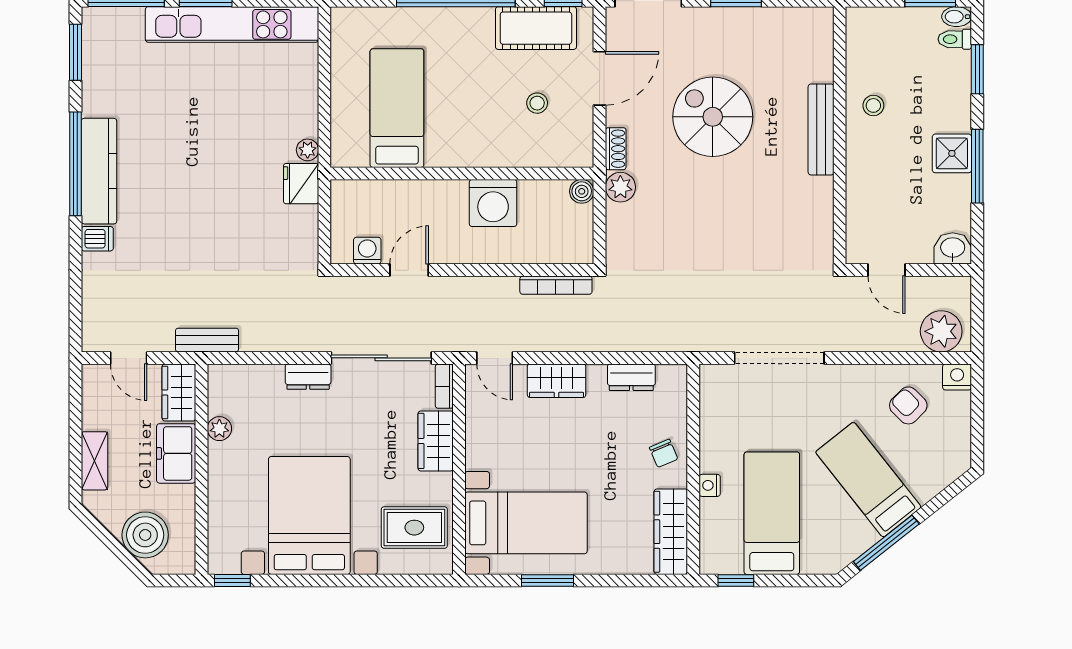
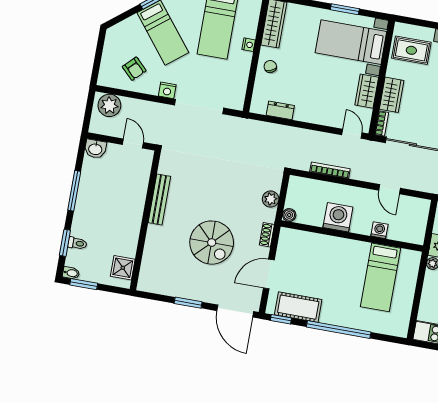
toilet: (955, 39) -> (77, 243), moved
stool: (537, 103) -> (305, 267), removed
stool: (873, 105) -> (124, 233), removed
bench: (821, 129) -> (159, 200), moved
shower: (952, 153) -> (123, 268), moved
plant: (620, 187) -> (271, 199), moved
washing machine: (367, 251) -> (379, 230), moved, turned 180
door: (409, 270) -> (389, 189), hinge flipped
bookcase: (556, 285) -> (330, 170), moved
nightstand: (957, 377) -> (167, 90), moved
wardrobe: (557, 381) -> (367, 91), moved, turned -90

